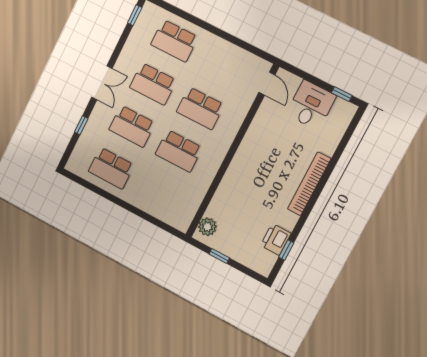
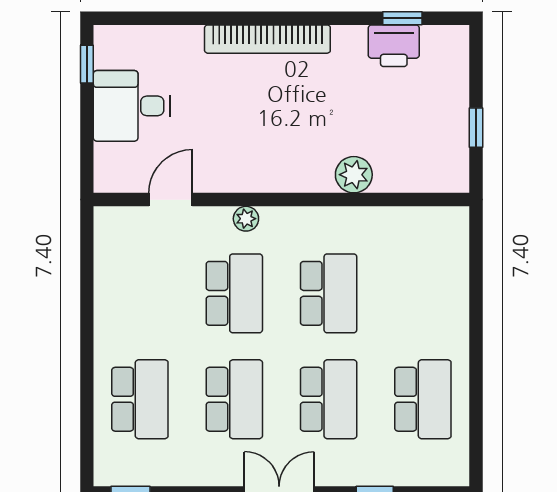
door: (267, 84) -> (171, 200), moved
plant: (231, 131) -> (246, 219), added
plant: (207, 227) -> (354, 175), moved

